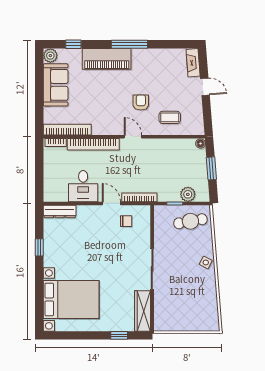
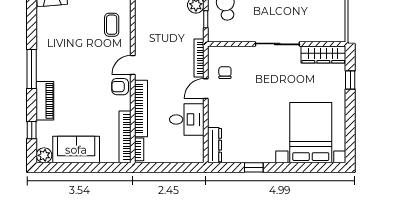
piano: (107, 59) -> (45, 101), width x0.73, depth x0.75
armchair: (141, 102) -> (120, 87), moved

